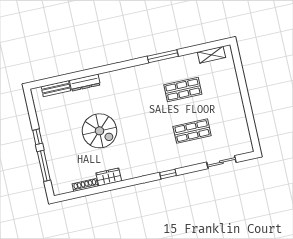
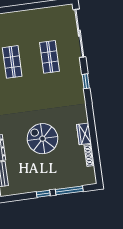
spiral stairs: (99, 131) -> (43, 139), turned -90
sliding door: (221, 162) -> (79, 33), width x1.86

